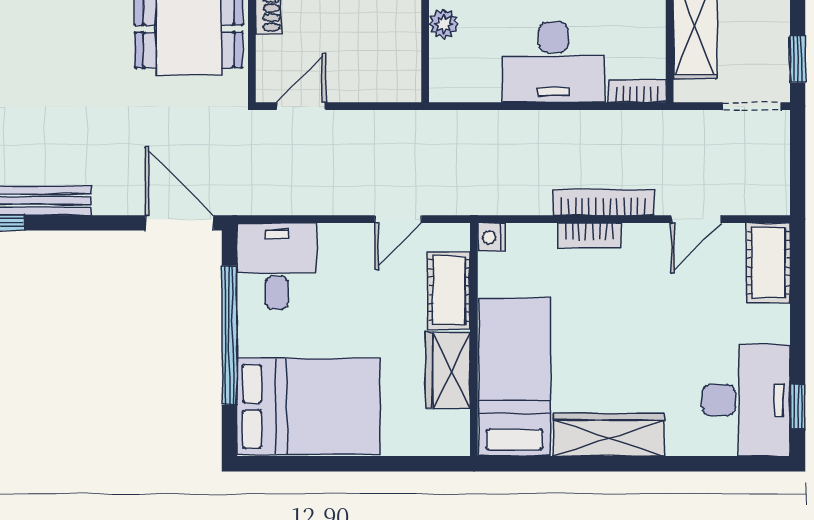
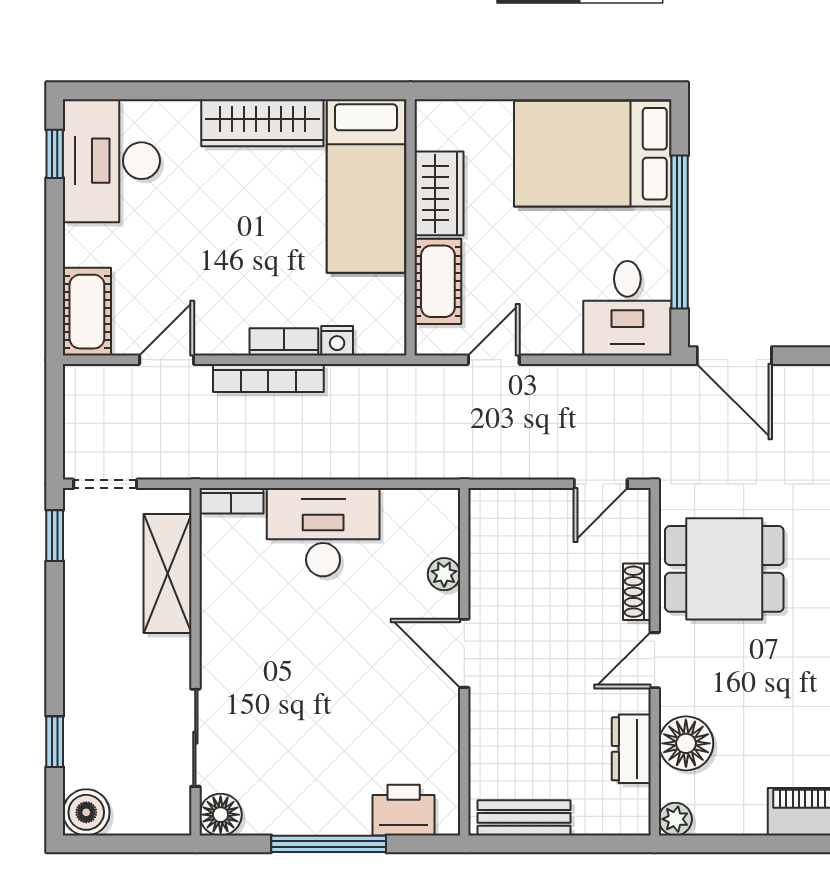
nightstand: (491, 237) -> (337, 341), moved, turned 90

